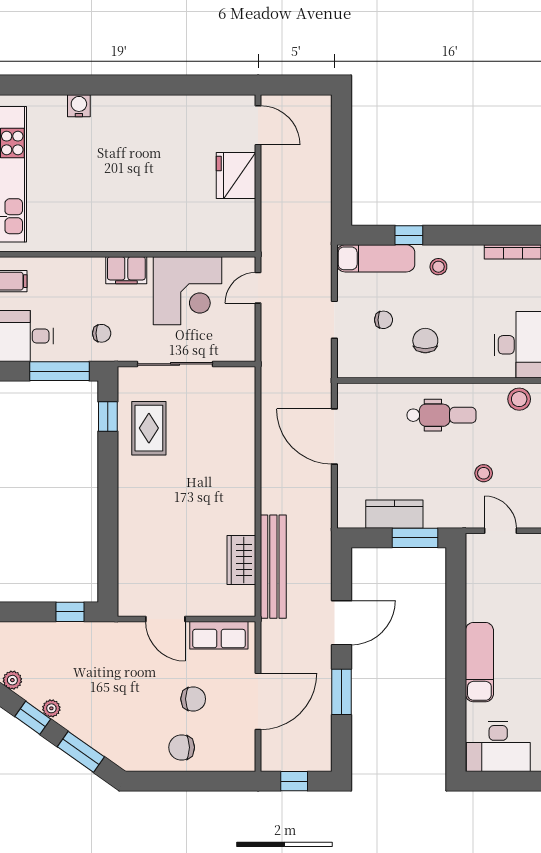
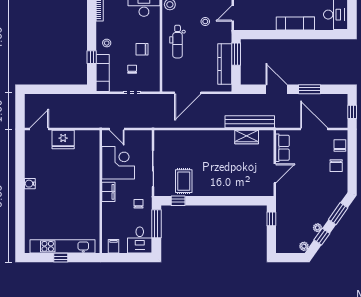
water cooler: (79, 106) -> (30, 184), moved
dental chair: (441, 415) -> (178, 42), turned 180
rug: (149, 428) -> (184, 181), turned 90
kitchen counter: (394, 514) -> (225, 64), width x1.50
chair: (193, 699) -> (340, 145), moved

